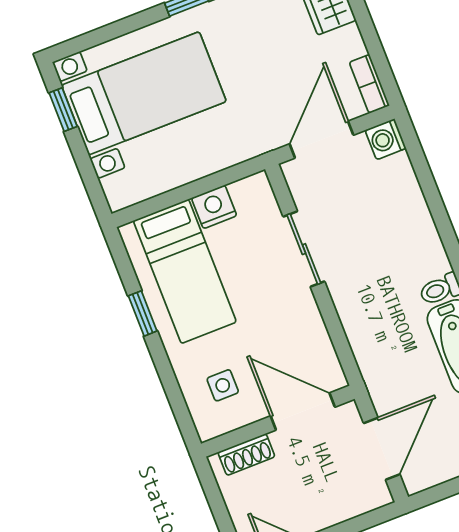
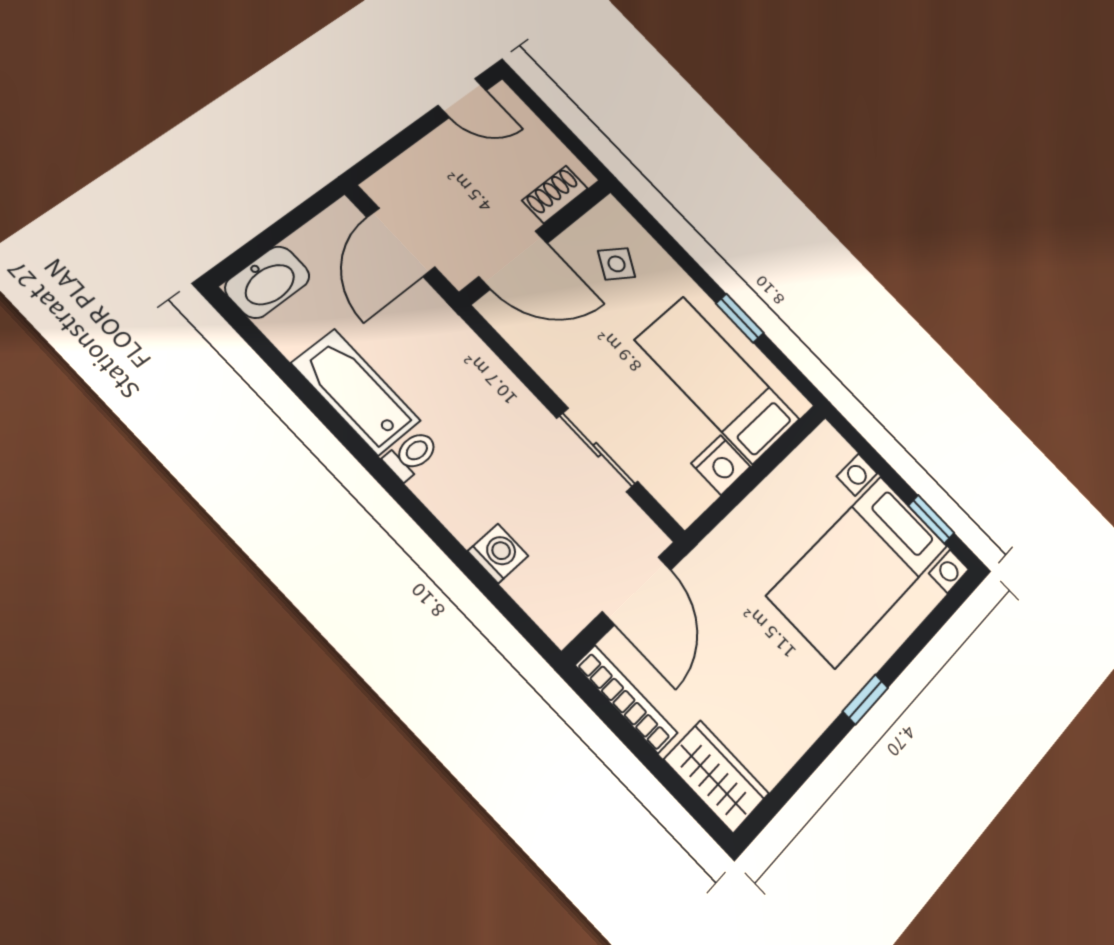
bookcase: (369, 84) -> (626, 699), width x1.56
washing machine: (386, 139) -> (498, 553), moved
side table: (223, 385) -> (617, 264), turned 32

